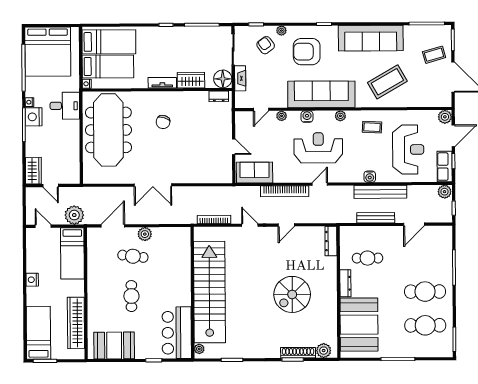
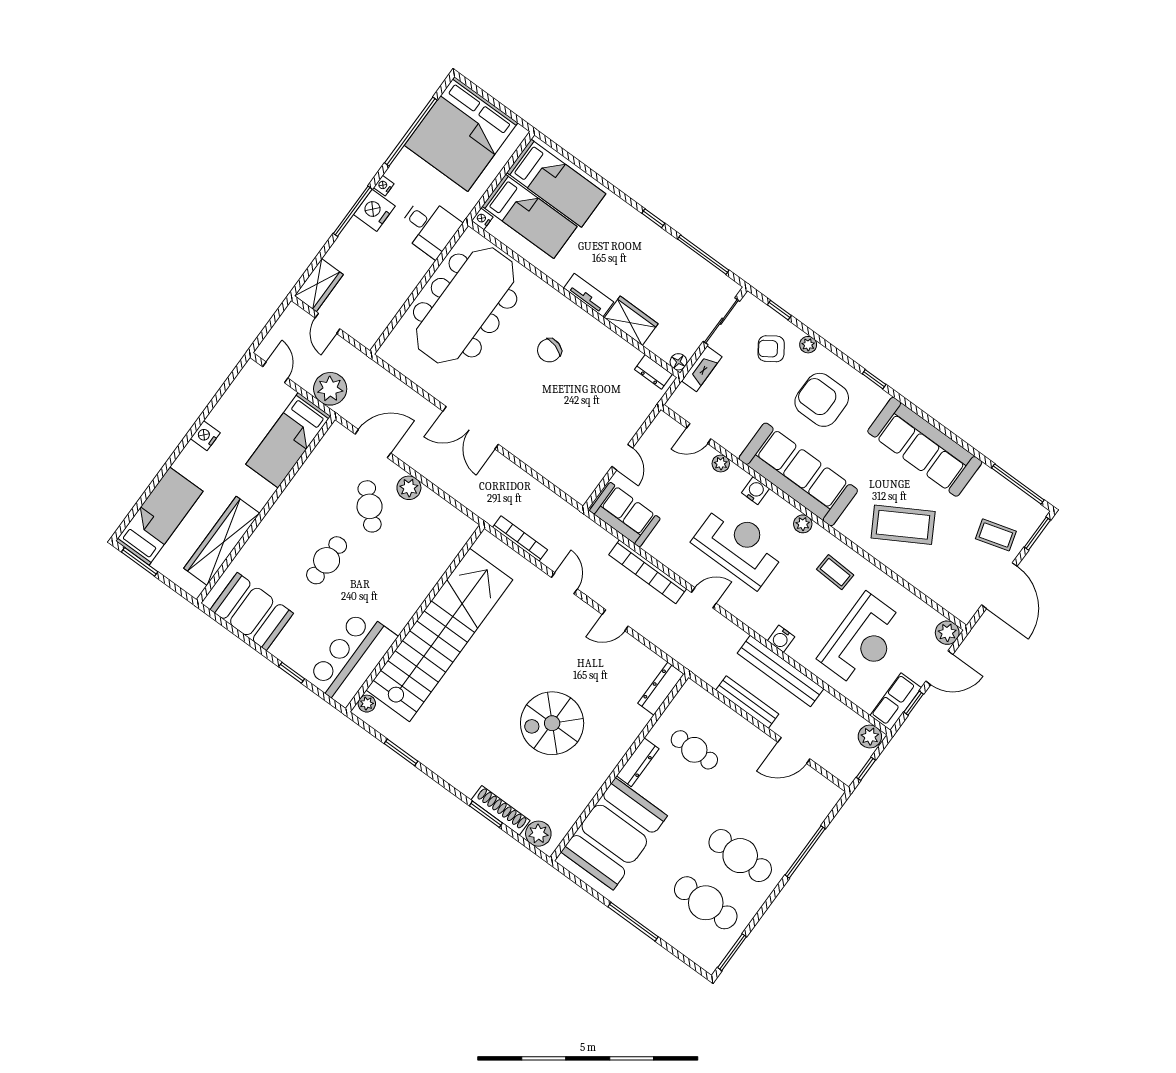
armchair: (266, 45) -> (771, 349), turned -88
floor lamp: (223, 79) -> (678, 362), width x0.53, depth x0.53
cafe table: (133, 256) -> (370, 506), turned 38

